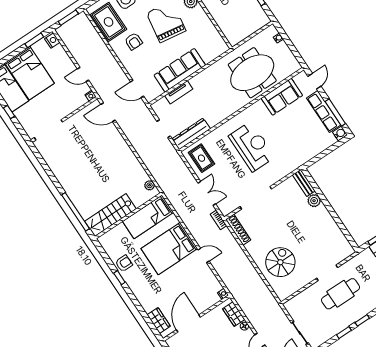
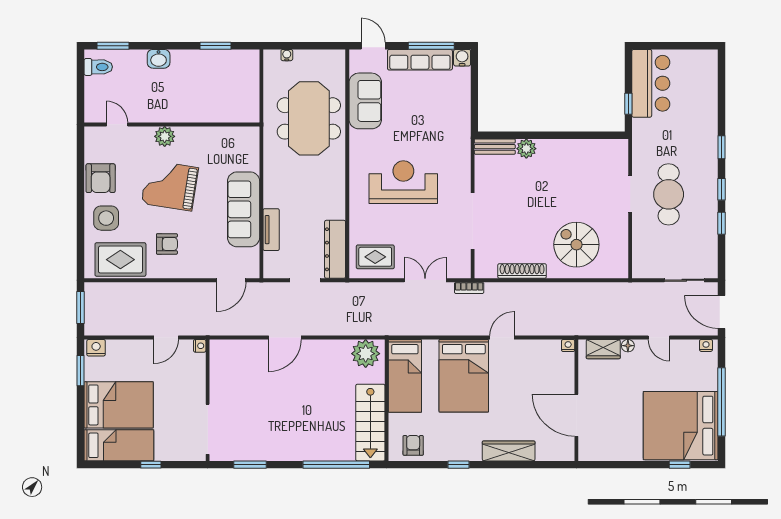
door: (108, 112) -> (285, 338), moved
window: (45, 165) -> (250, 465), added
plant: (150, 185) -> (366, 354), width x1.87, depth x1.87
shoe rack: (238, 230) -> (522, 271), moved
armchair: (124, 263) -> (413, 445), moved
wardrobe: (159, 320) -> (509, 451), moved, width x1.50

